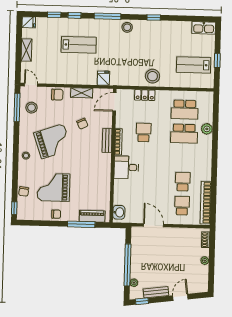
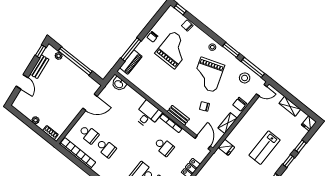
window: (16, 138) -> (231, 50), added

